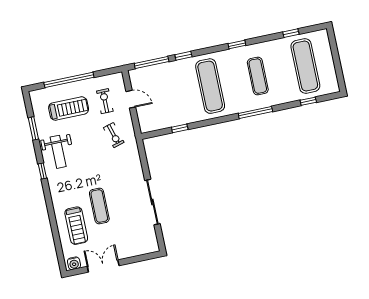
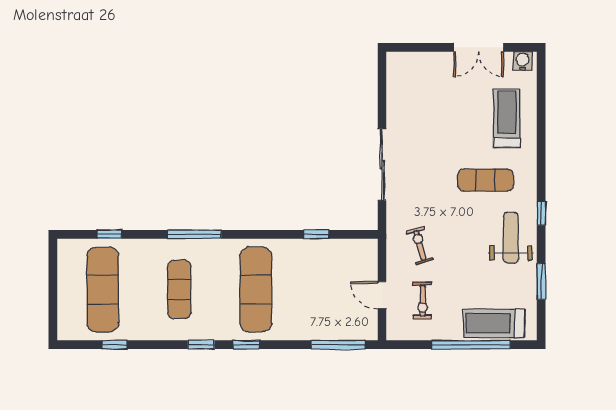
window: (183, 56) -> (246, 345), moved
treadmill: (69, 109) -> (494, 323), moved
sliding door: (152, 202) -> (382, 165), moved
exercise mat: (99, 206) -> (485, 180), moved, turned 90

